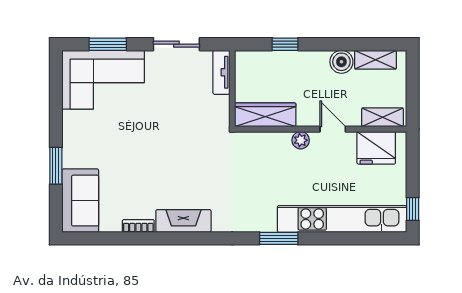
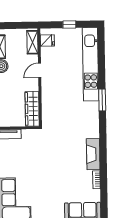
plant: (301, 140) -> (46, 88), removed
fridge: (376, 148) -> (47, 40), width x0.53, depth x0.75
window: (413, 209) -> (69, 25), moved

